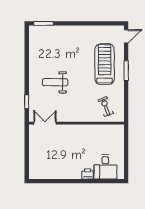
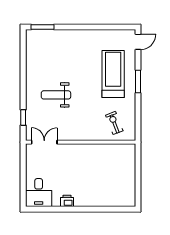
desk: (105, 167) -> (39, 193), moved
printer: (88, 174) -> (67, 201), moved

